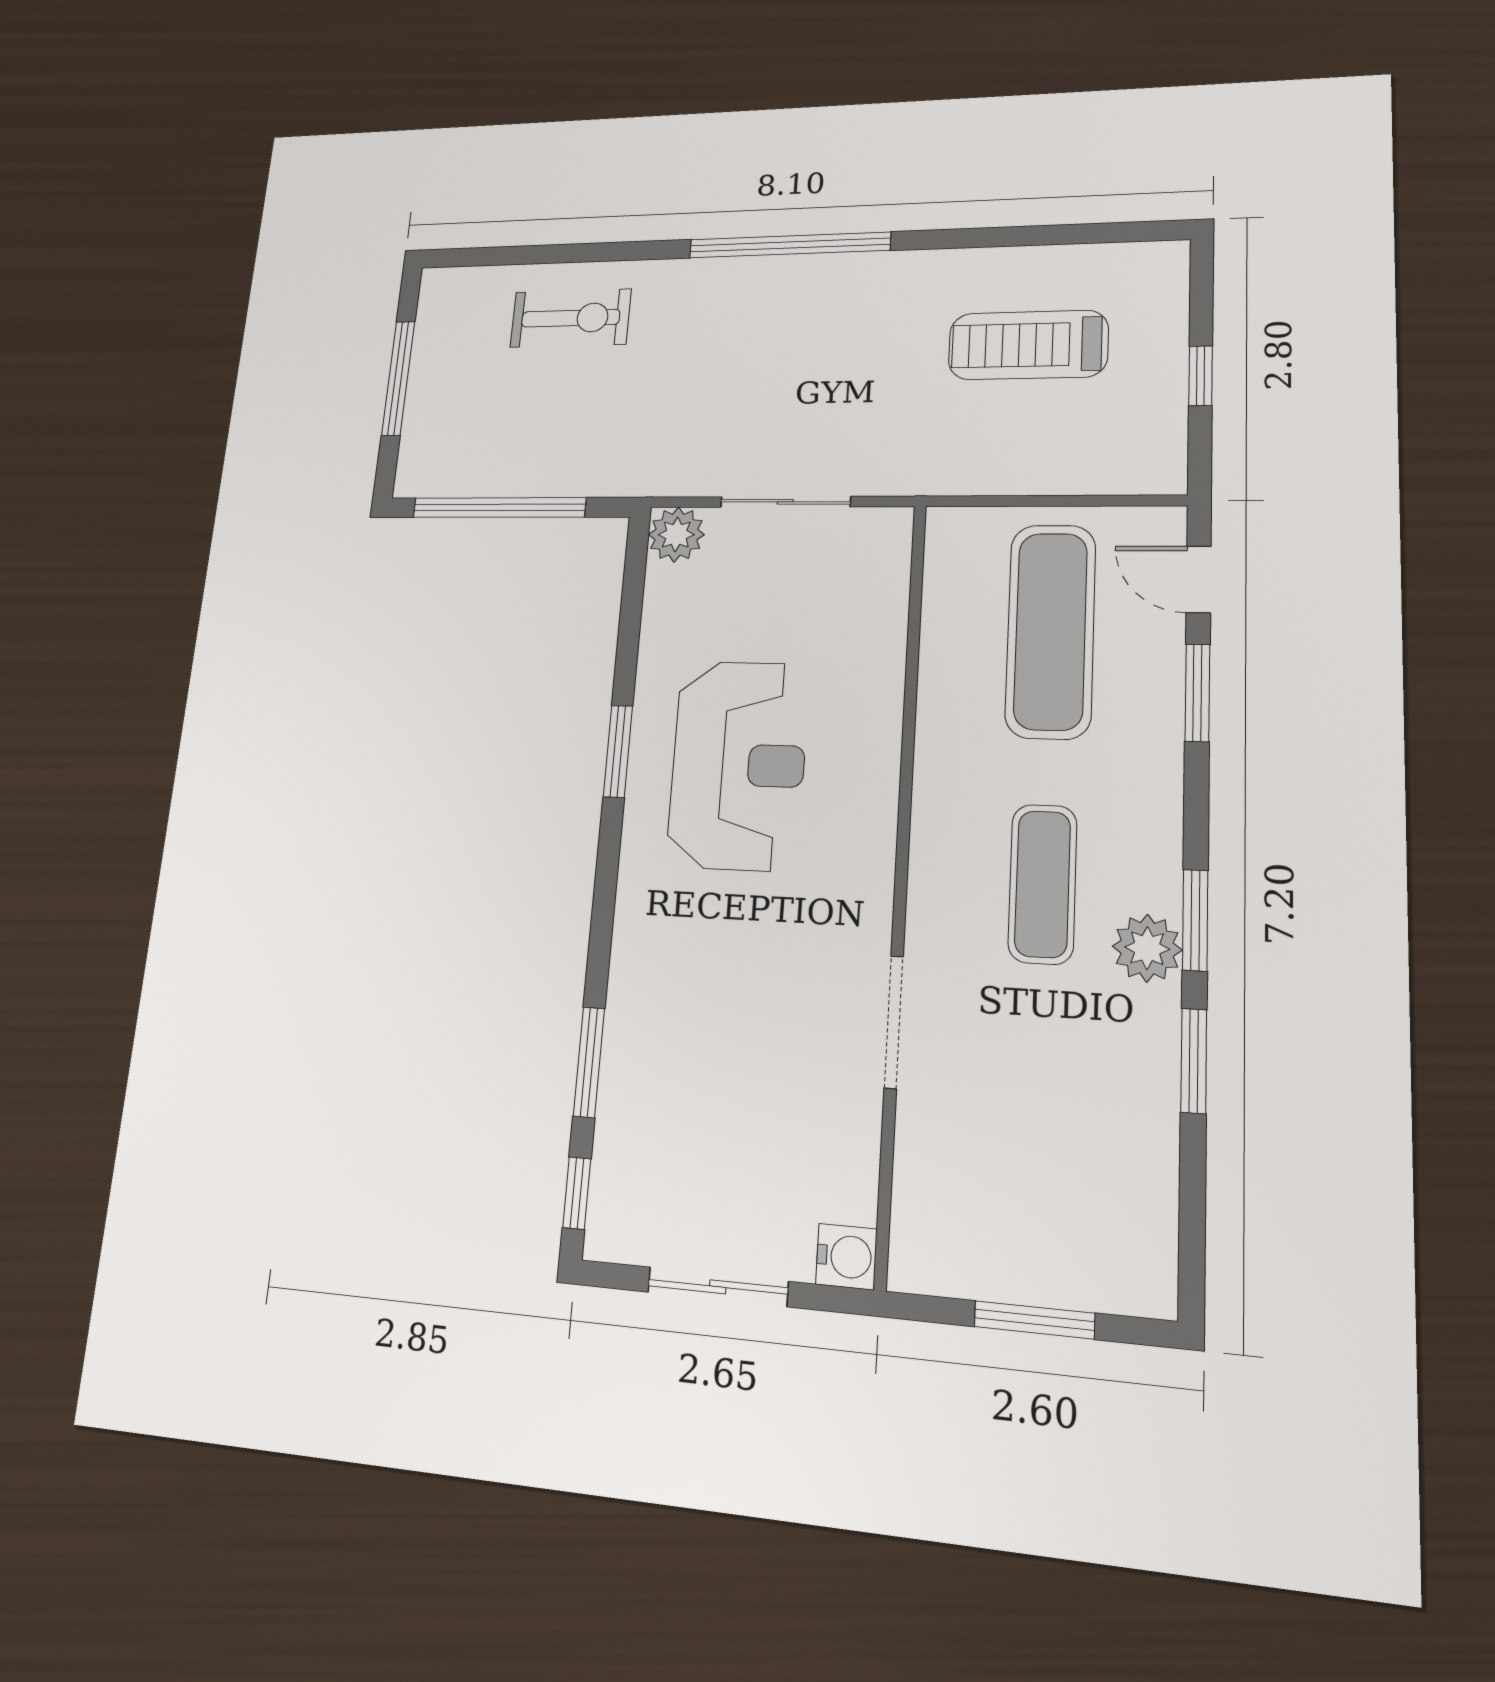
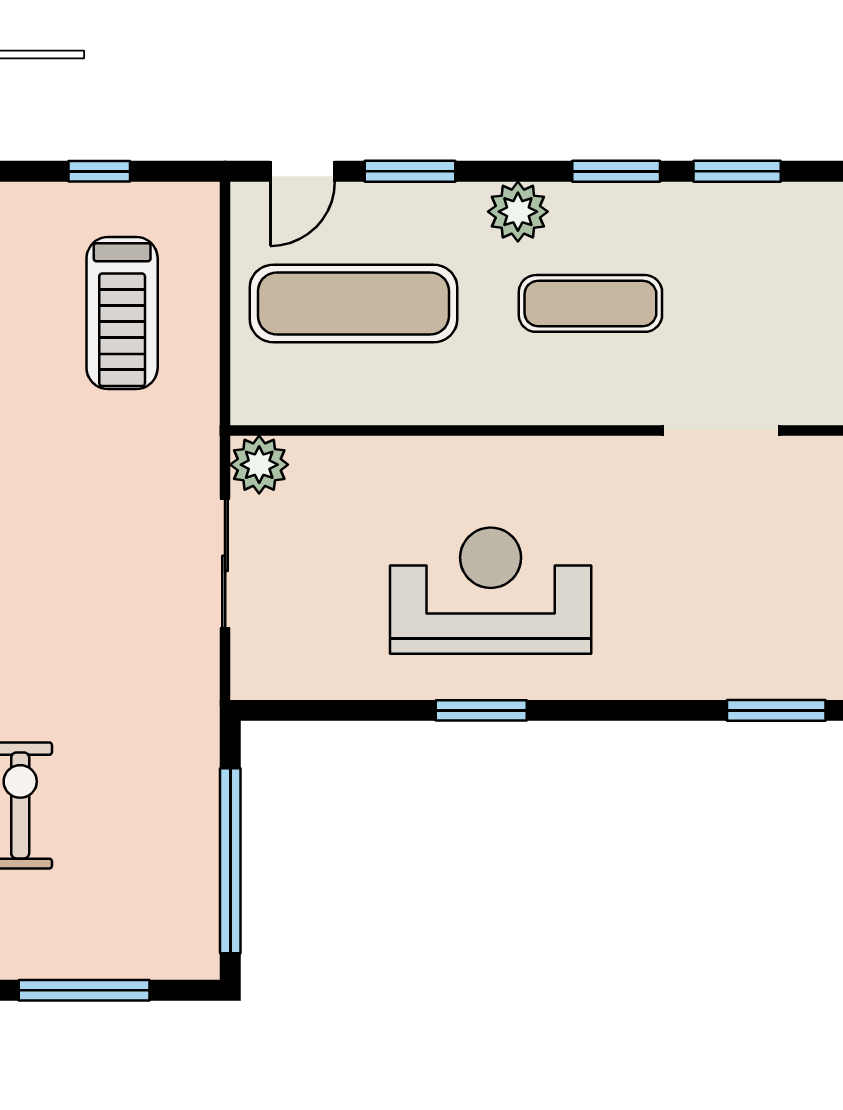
treadmill: (1028, 345) -> (122, 313), moved
plant: (676, 535) -> (259, 465), moved
plant: (1147, 948) -> (518, 212), moved

